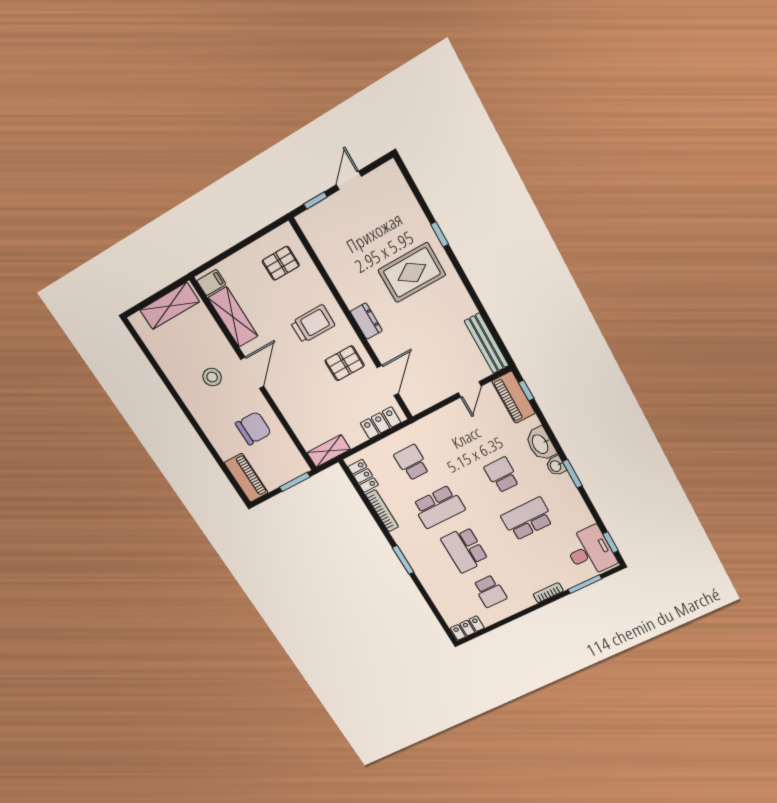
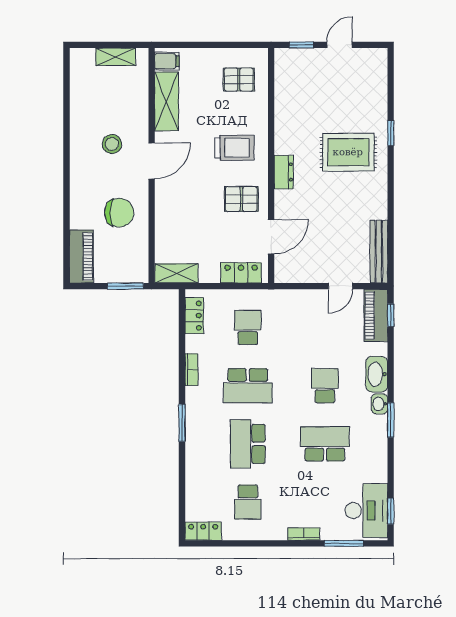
shelving: (170, 306) -> (116, 57), width x0.67, depth x0.75
bookcase: (382, 511) -> (191, 370), width x0.64

